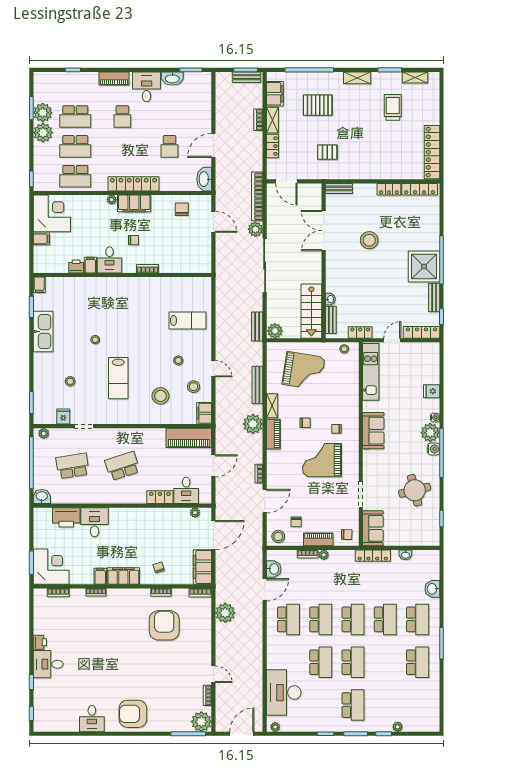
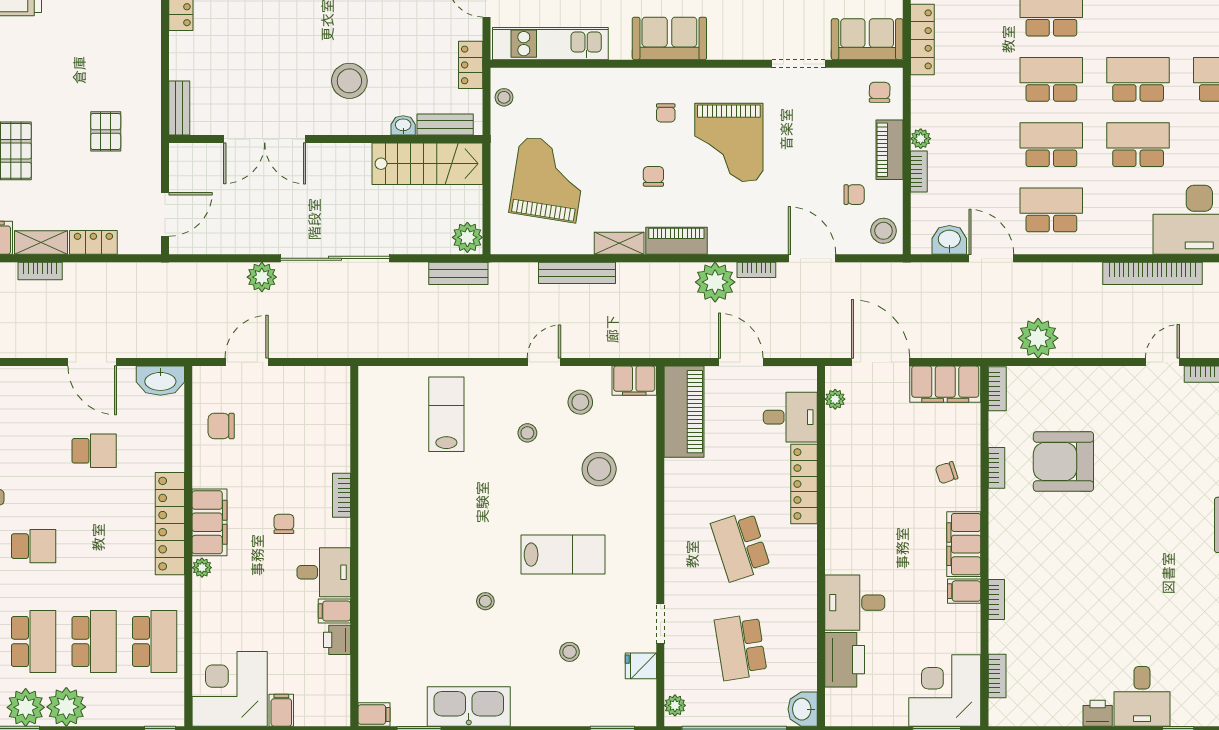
bookcase: (257, 196) -> (1152, 273), moved
stool: (369, 240) -> (349, 81), moved
plant: (253, 424) -> (715, 282), moved
locker: (160, 497) -> (804, 484), width x1.53

